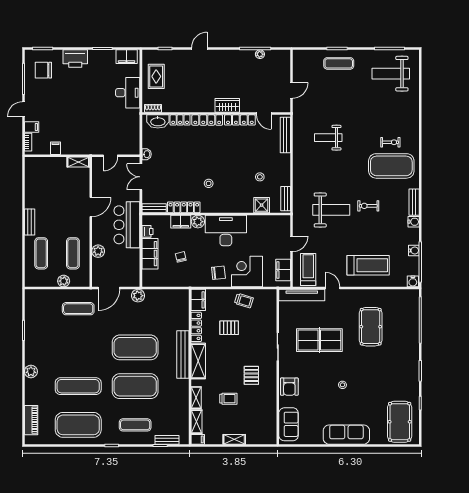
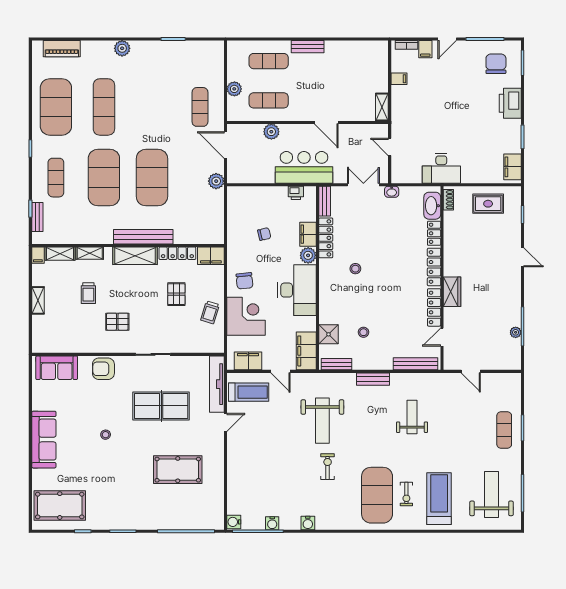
desk: (128, 93) -> (441, 168), moved
door: (23, 109) -> (447, 39), swing flipped
bench: (414, 202) -> (373, 379), moved
filing cabinet: (150, 254) -> (306, 351), moved, turned 90
treadmill: (368, 265) -> (439, 499), moved, turned 180
table tennis table: (319, 340) -> (161, 406), turned 90

